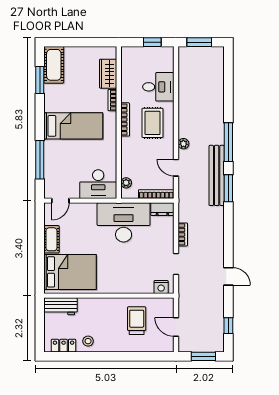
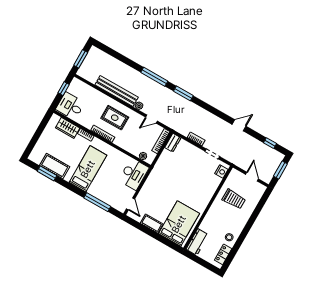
cot: (54, 65) -> (55, 166), moved
desk: (158, 87) -> (70, 106), moved, turned -90
bench: (217, 175) -> (117, 91), moved
desk: (124, 222) -> (167, 172), removed
trolley: (137, 321) -> (234, 199), turned 180
door: (176, 327) -> (252, 177), swing flipped

